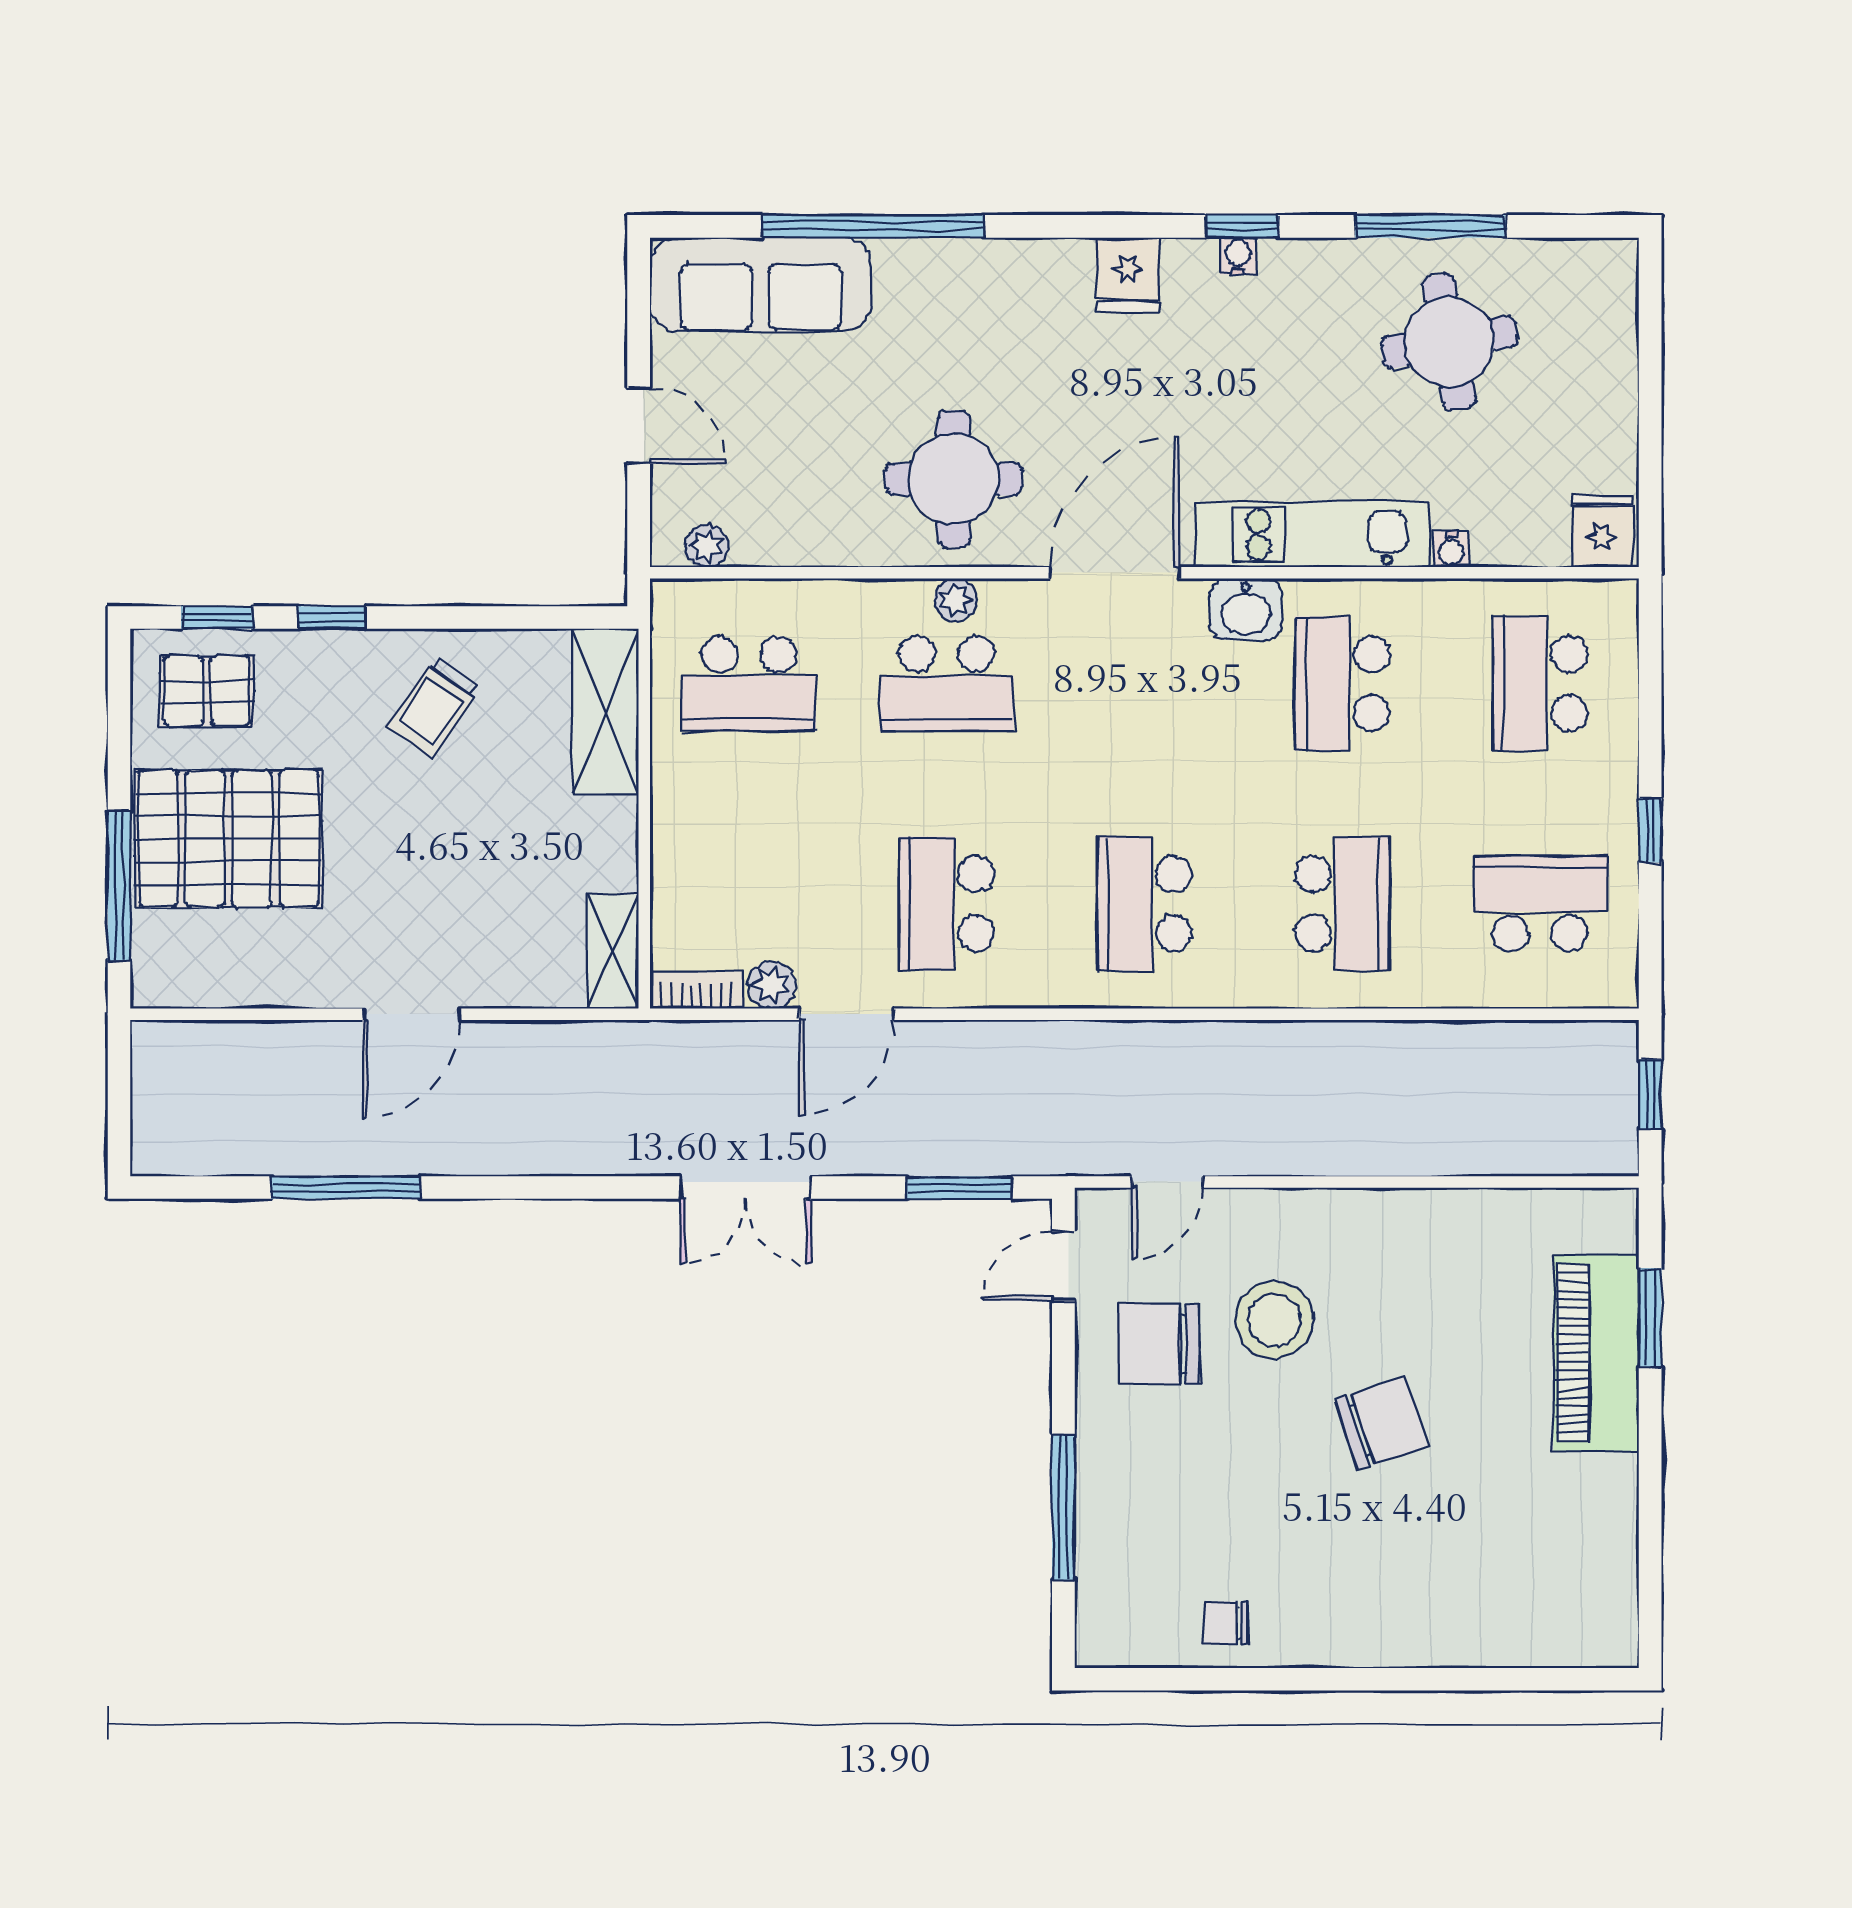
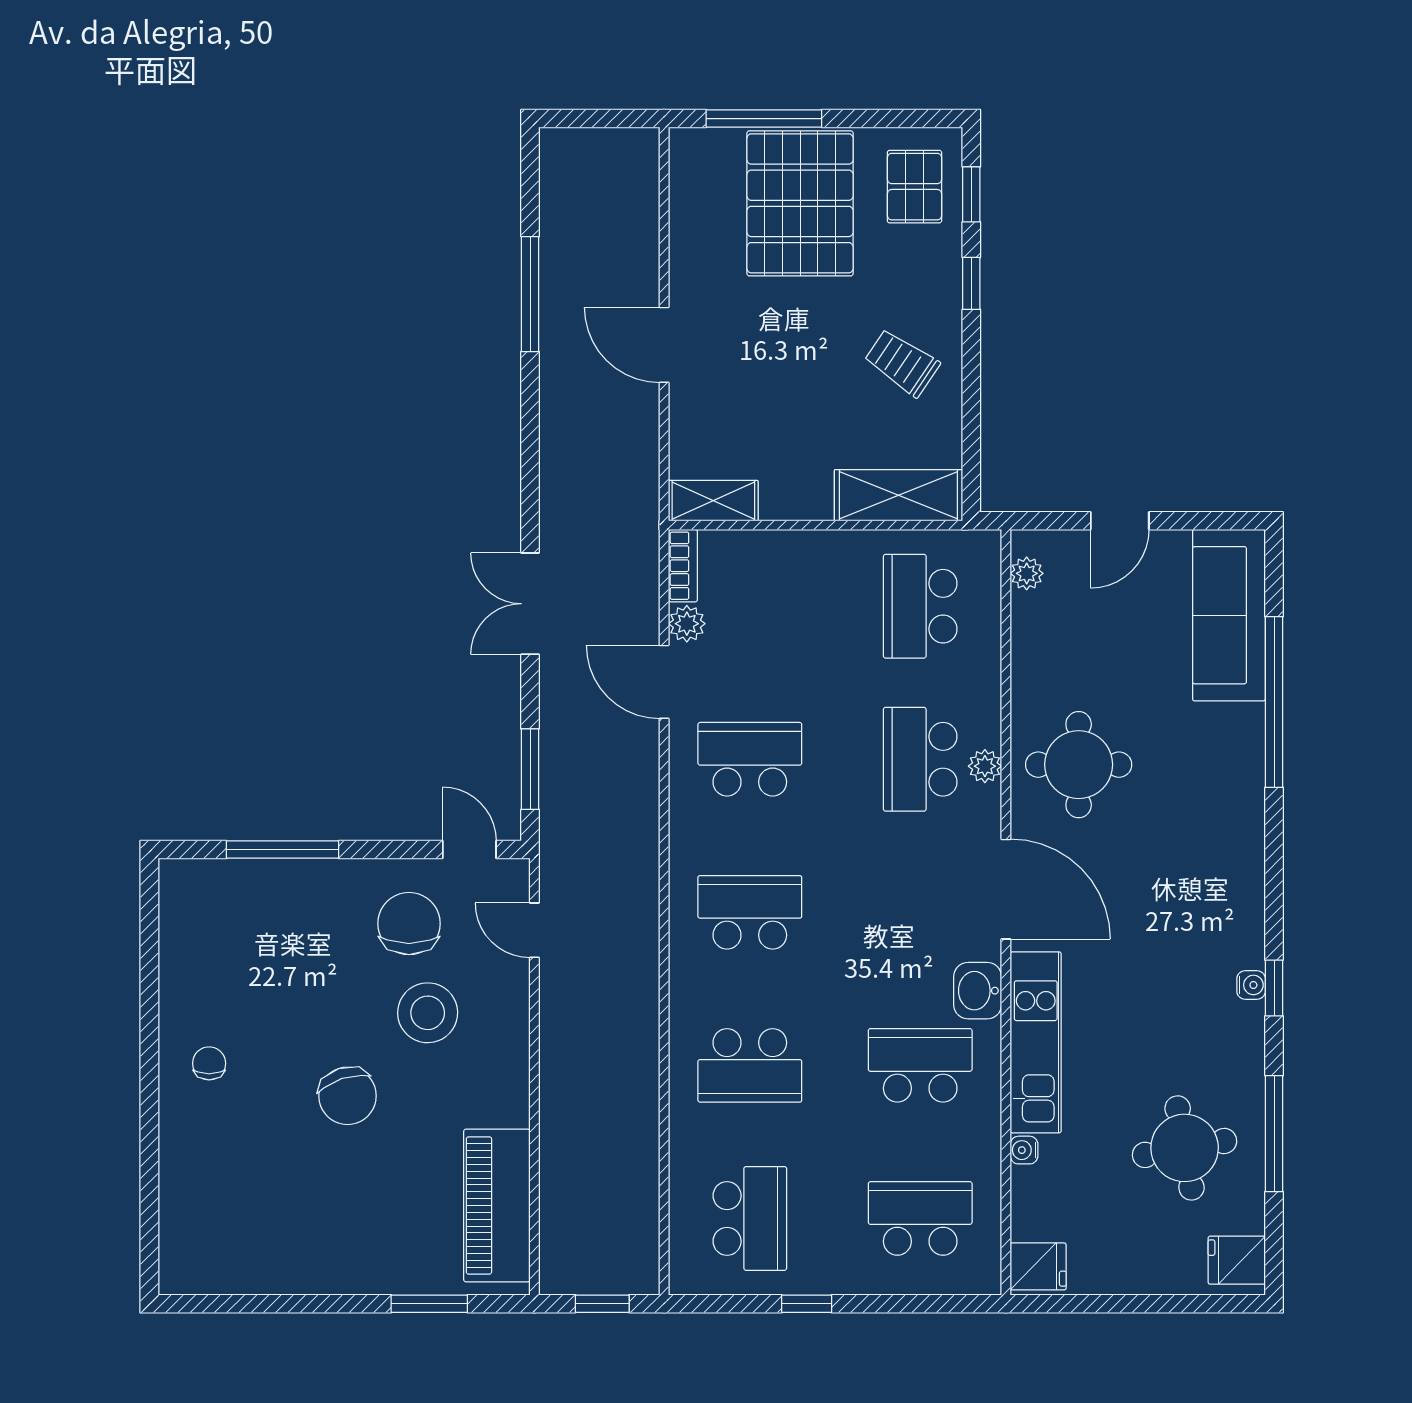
fridge: (1128, 275) -> (1237, 1260), moved
piano: (1596, 1353) -> (497, 1205), moved, turned -90
chair: (1226, 1623) -> (209, 1063), moved

